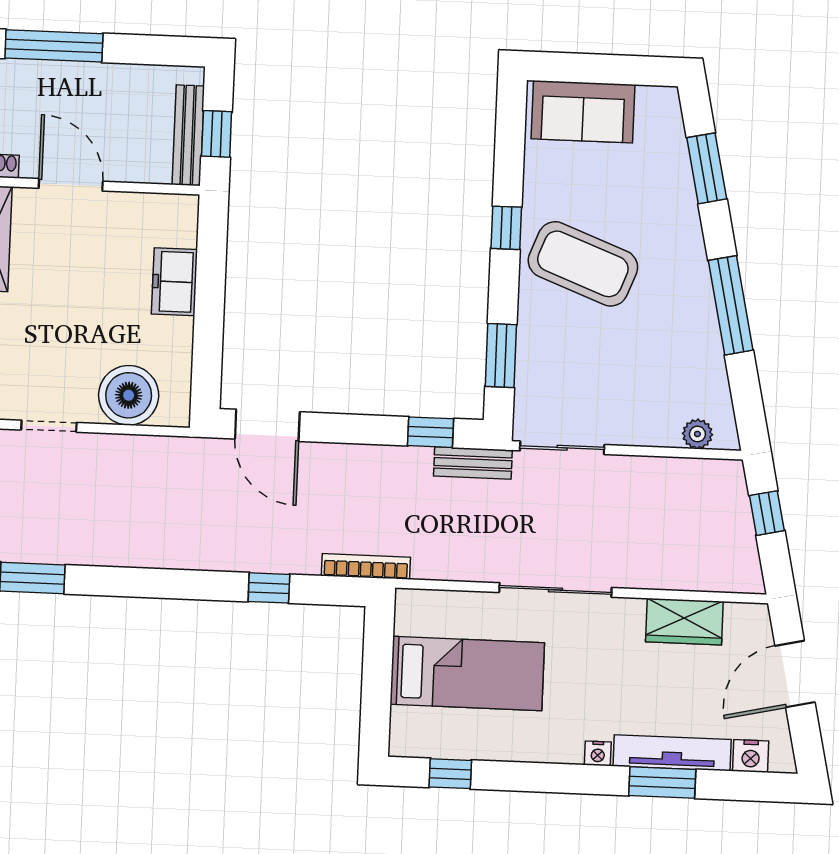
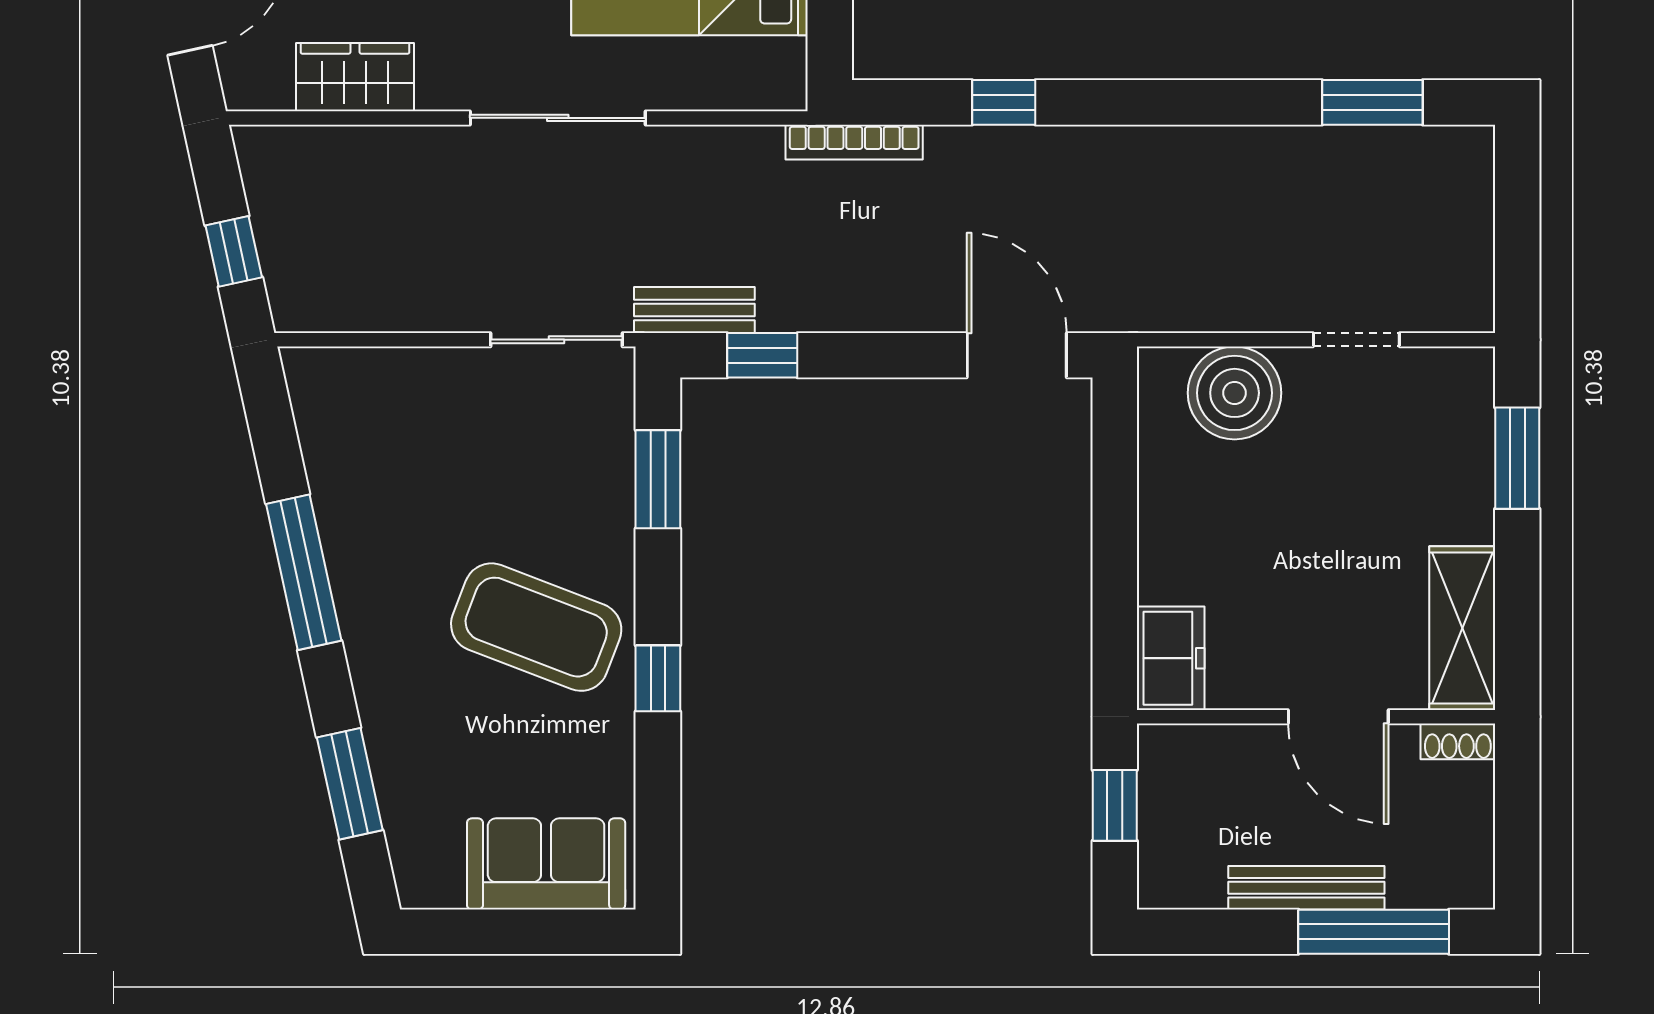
bench: (188, 135) -> (1306, 888), moved, turned 90
freezer: (174, 282) -> (1171, 658), moved
plant: (697, 434) -> (347, 370), removed

